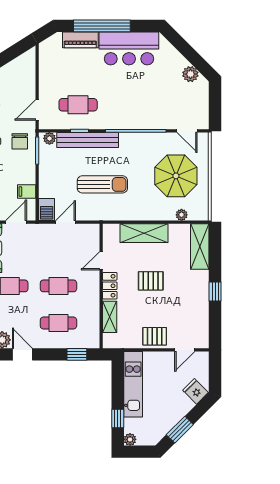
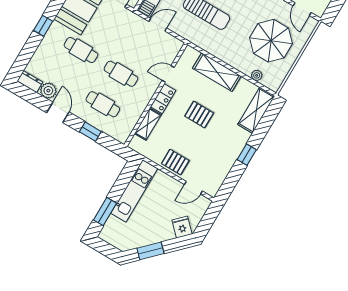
window: (77, 354) -> (90, 132), moved
window: (118, 418) -> (105, 212), width x1.50
plant: (130, 439) -> (105, 235), removed

